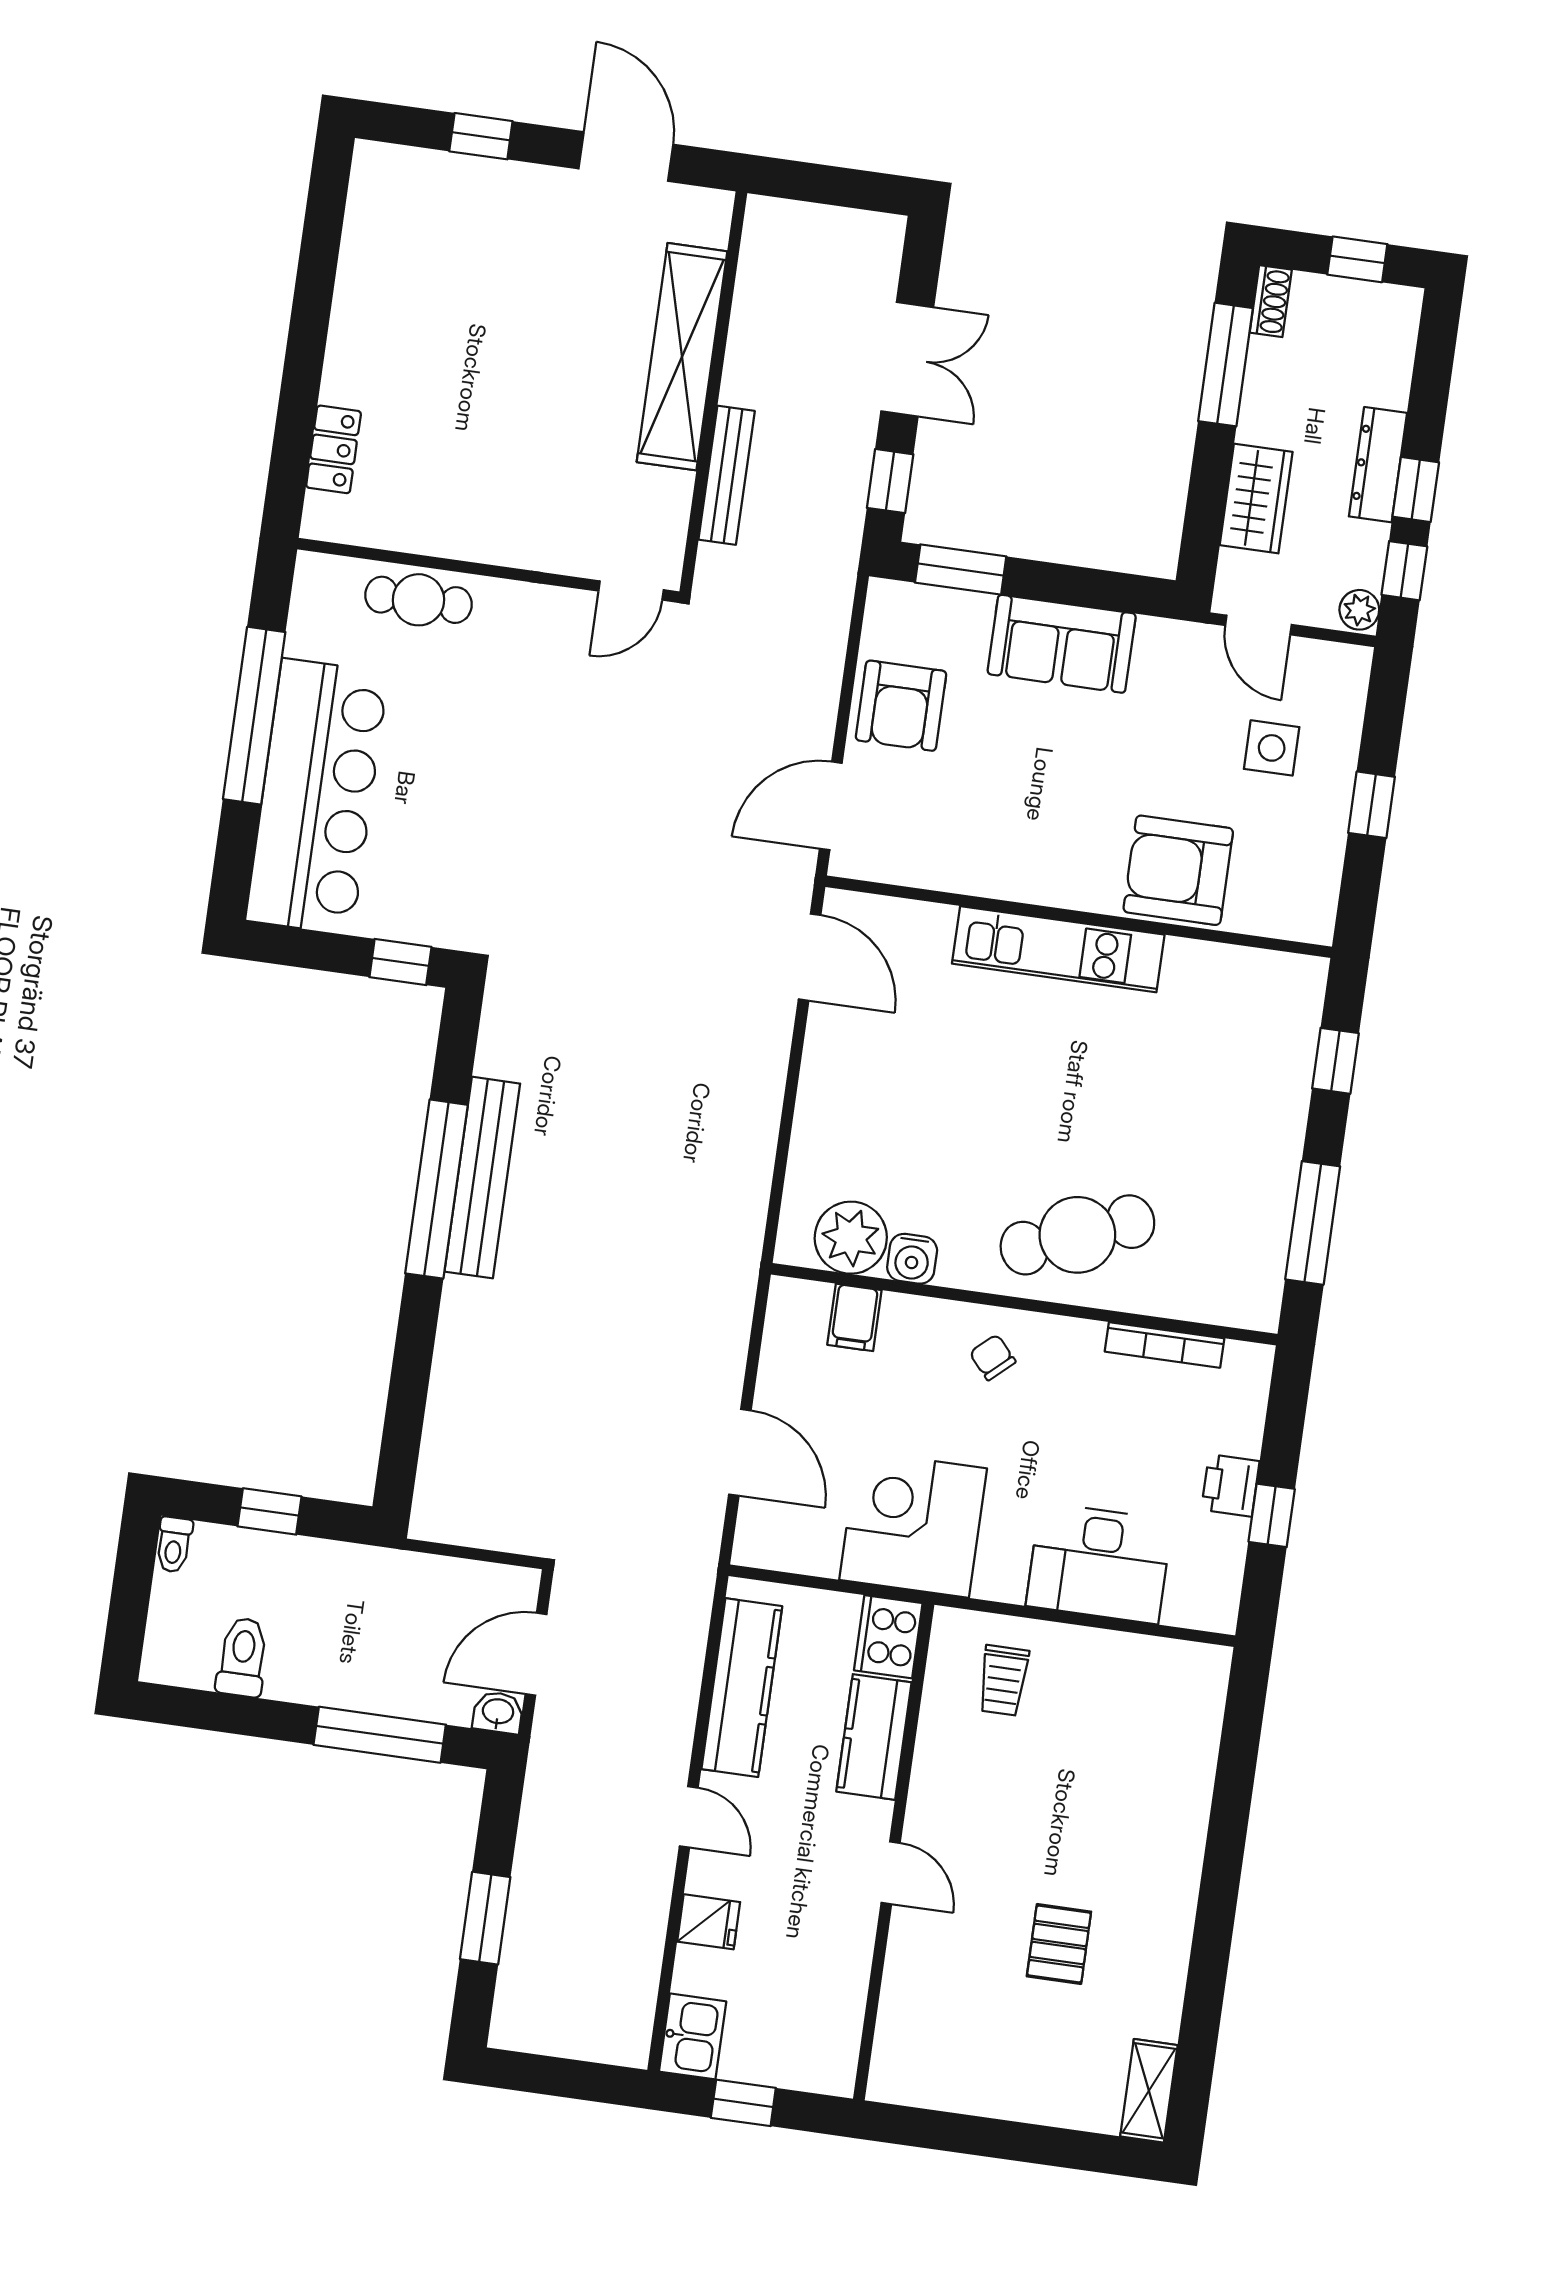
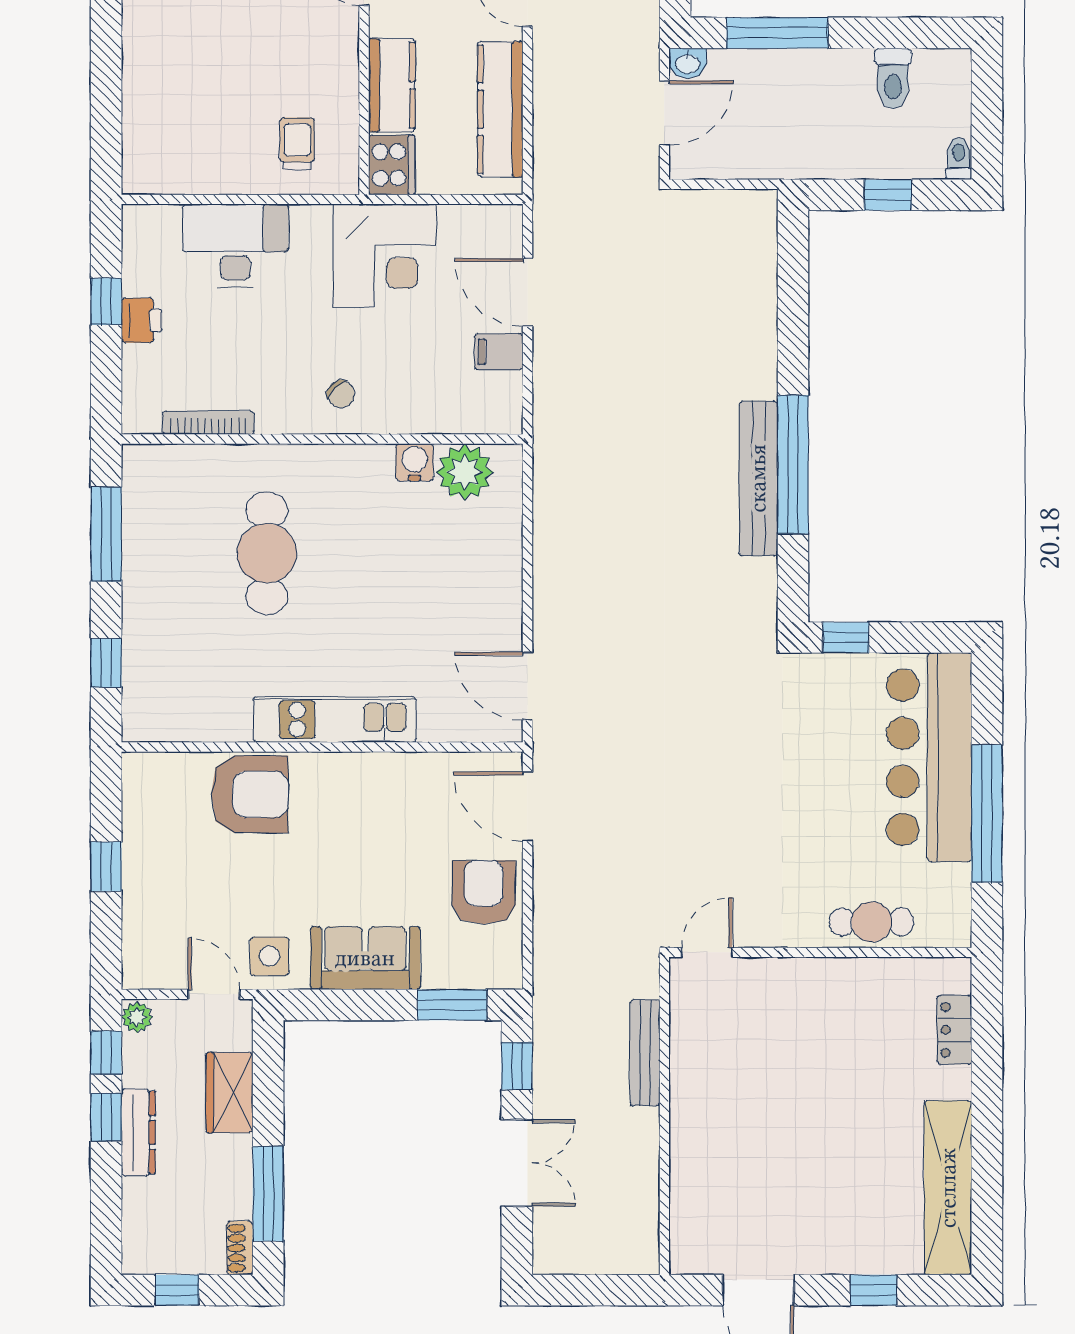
shelving: (682, 357) -> (948, 1188), moved
double door: (907, 359) -> (517, 1163), swing flipped
side table: (1272, 748) -> (270, 956), moved
door: (831, 806) -> (528, 806), swing flipped
cafe table: (1077, 1235) -> (267, 553), moved, turned -68
filing cabinet: (854, 1317) -> (499, 352), moved, turned -90

